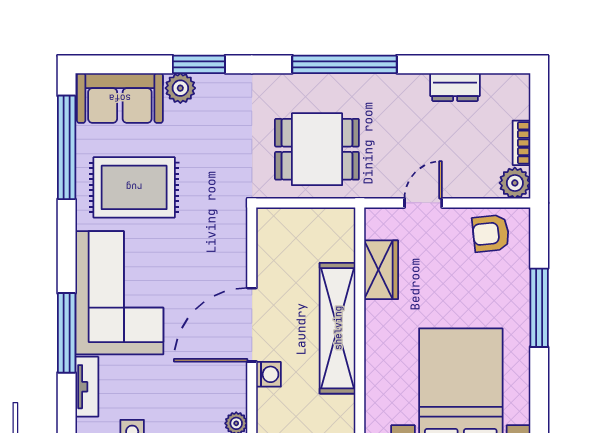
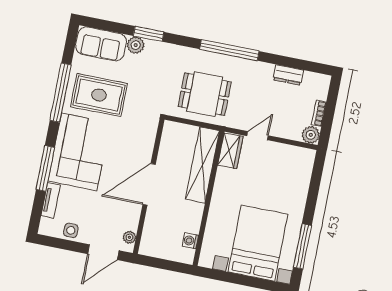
window: (67, 147) -> (60, 93), moved
armchair: (491, 233) -> (292, 160), removed
wardrobe: (381, 270) -> (230, 151), moved
window: (539, 308) -> (302, 246), moved
shelving: (338, 328) -> (202, 165), moved
washing machine: (269, 374) -> (190, 241), moved, turned 180

